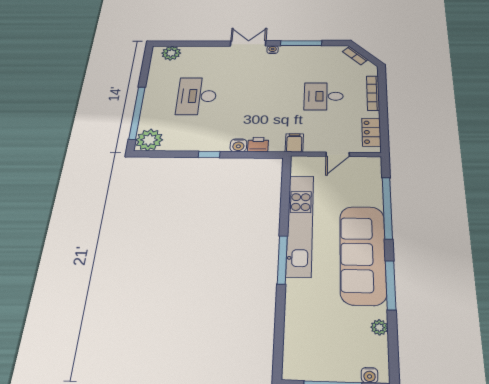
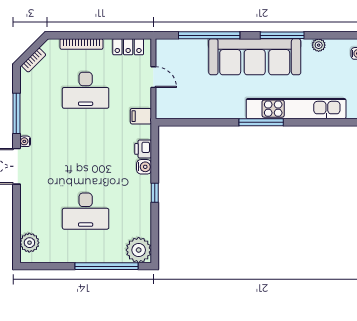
desk: (324, 96) -> (86, 90), width x1.37
kitchen unit: (300, 225) -> (296, 109), moved

